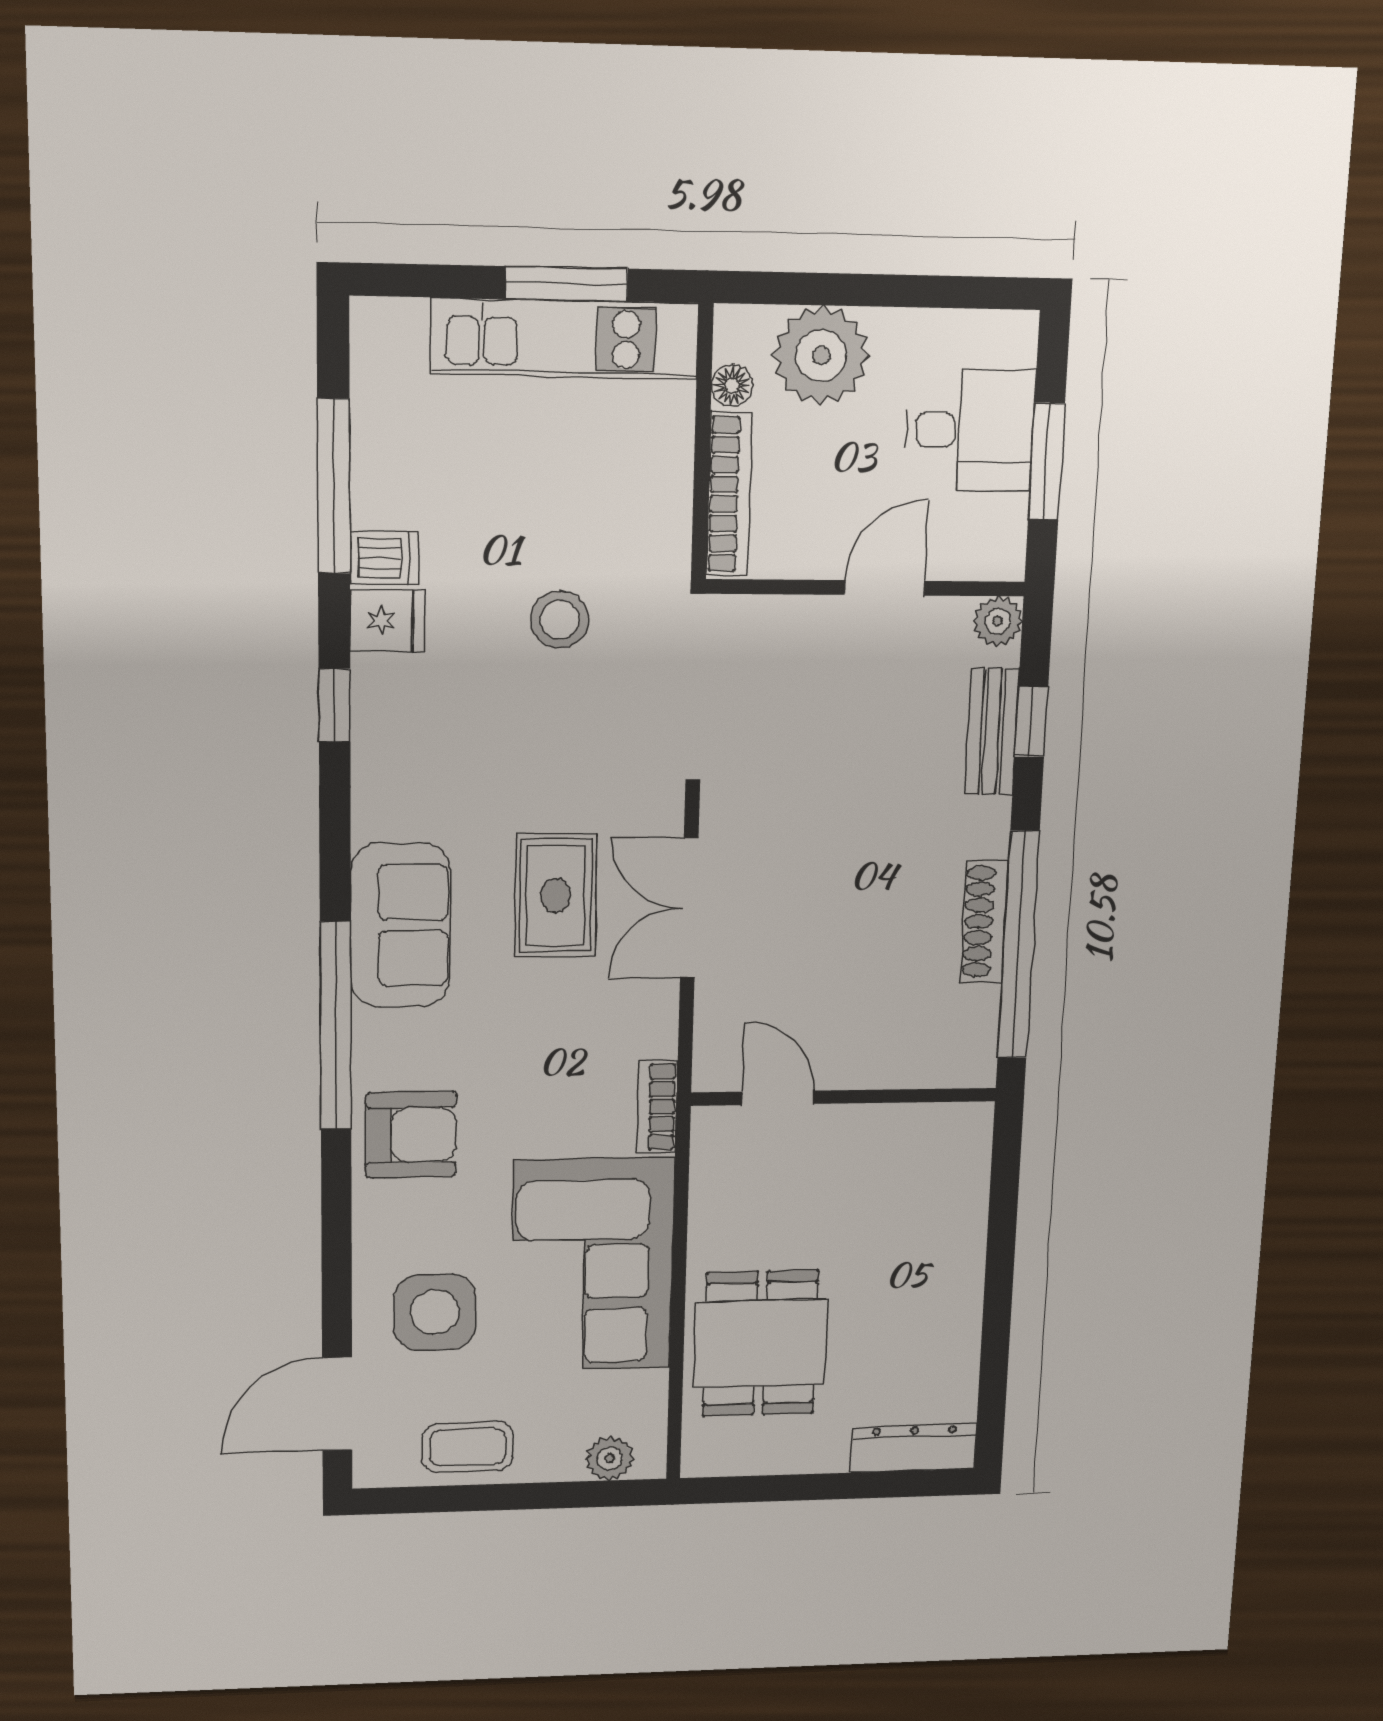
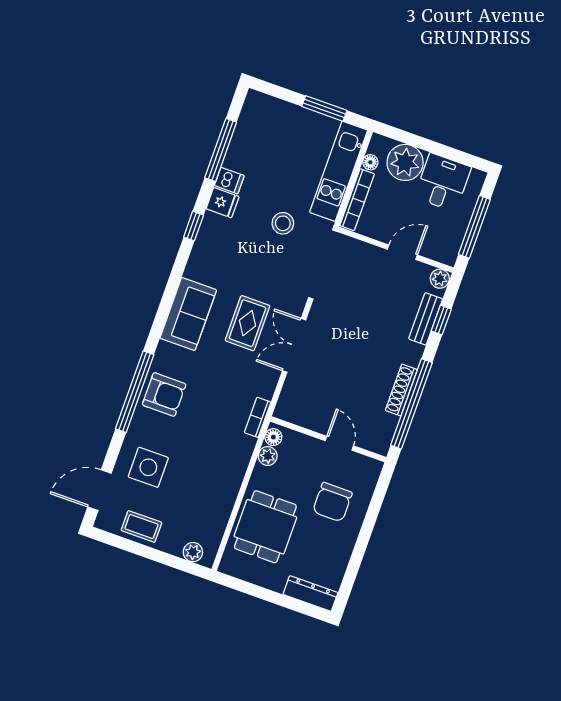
kitchen unit: (565, 339) -> (339, 171), moved, turned 90
desk: (970, 430) -> (443, 182), moved, turned -90
window: (1046, 461) -> (474, 227), width x1.44
window: (336, 1026) -> (135, 392), moved
door: (778, 1098) -> (339, 443), moved
floor lamp: (711, 1138) -> (273, 437), added
plant: (712, 1186) -> (268, 456), added
chair: (900, 1233) -> (332, 502), added
corner sofa: (592, 1265) -> (213, 471), removed

